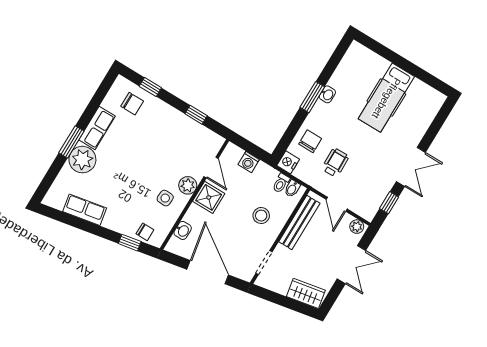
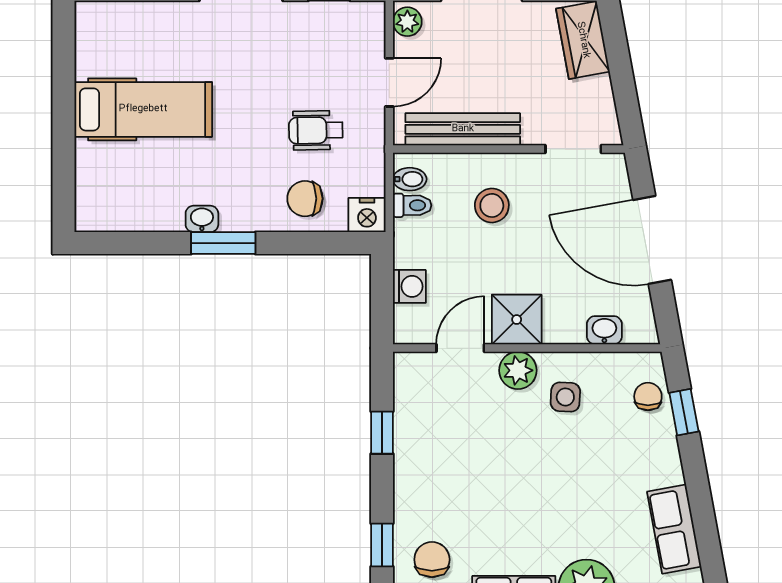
door: (208, 272) -> (652, 240), hinge flipped

